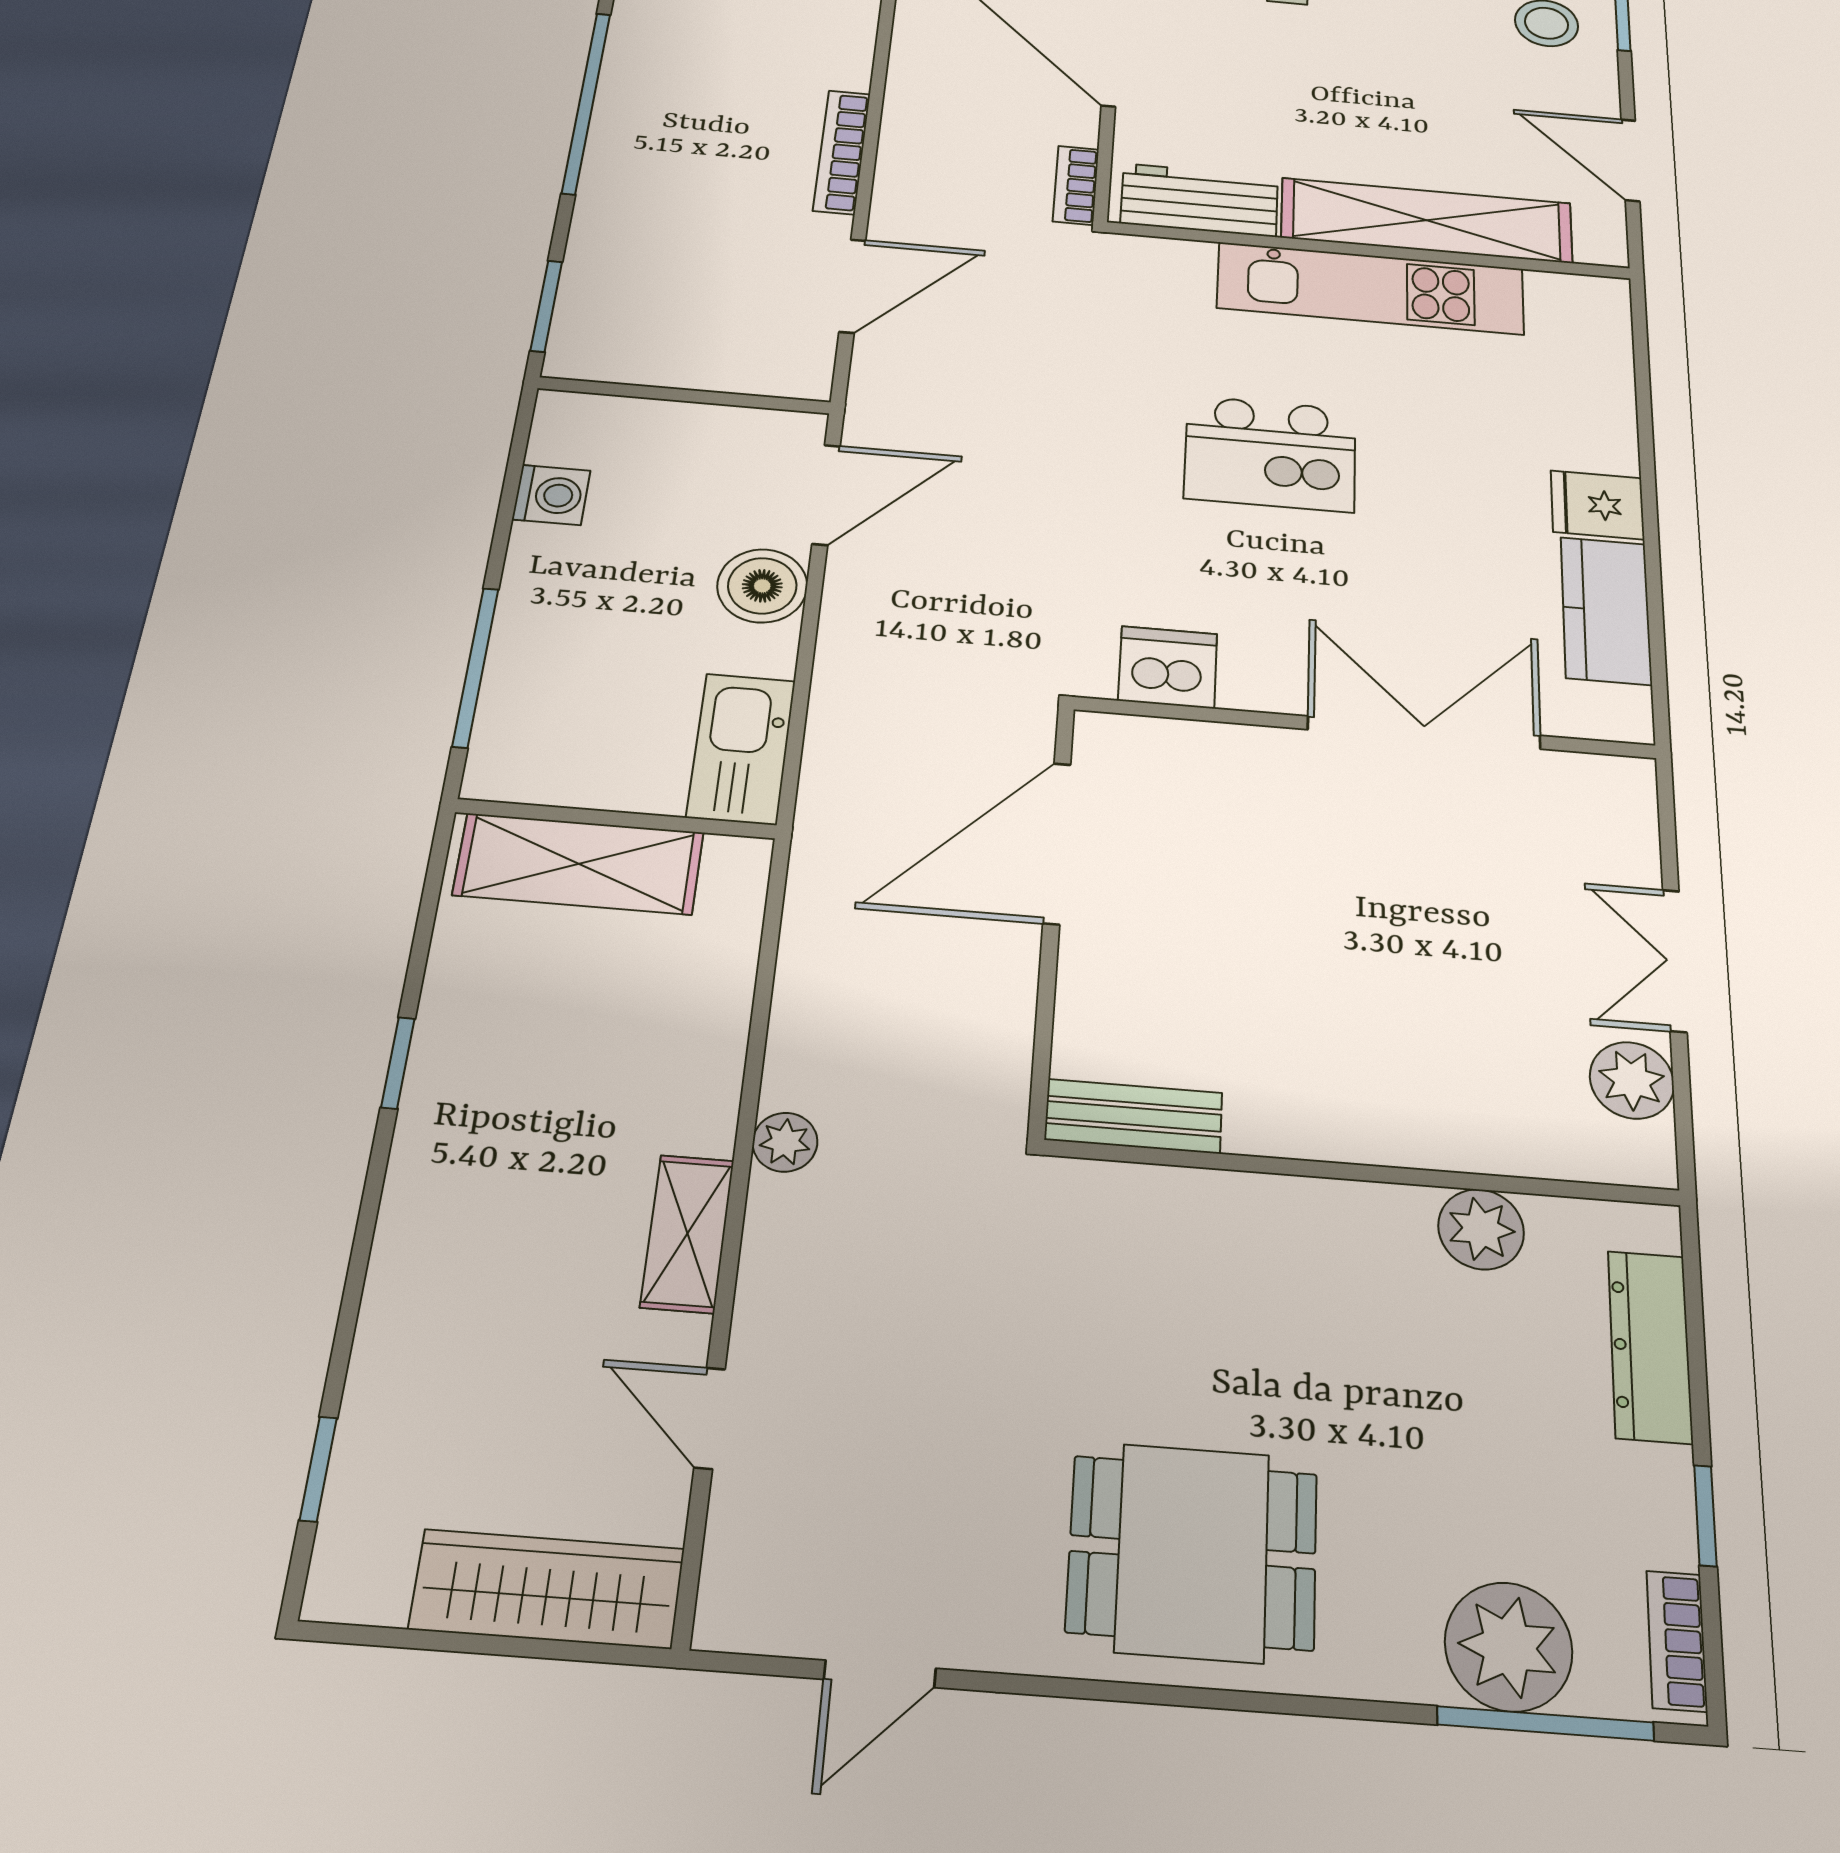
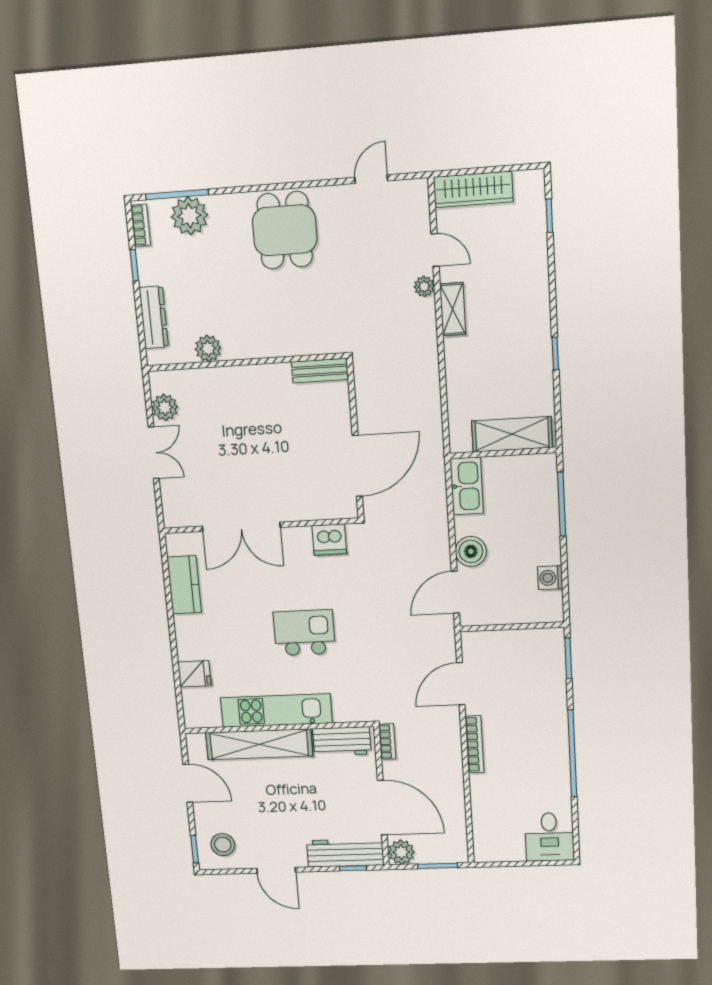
fridge: (1597, 505) -> (194, 674), moved
plant: (785, 1142) -> (424, 286), moved
dining table: (1193, 1552) -> (285, 230), turned 90

